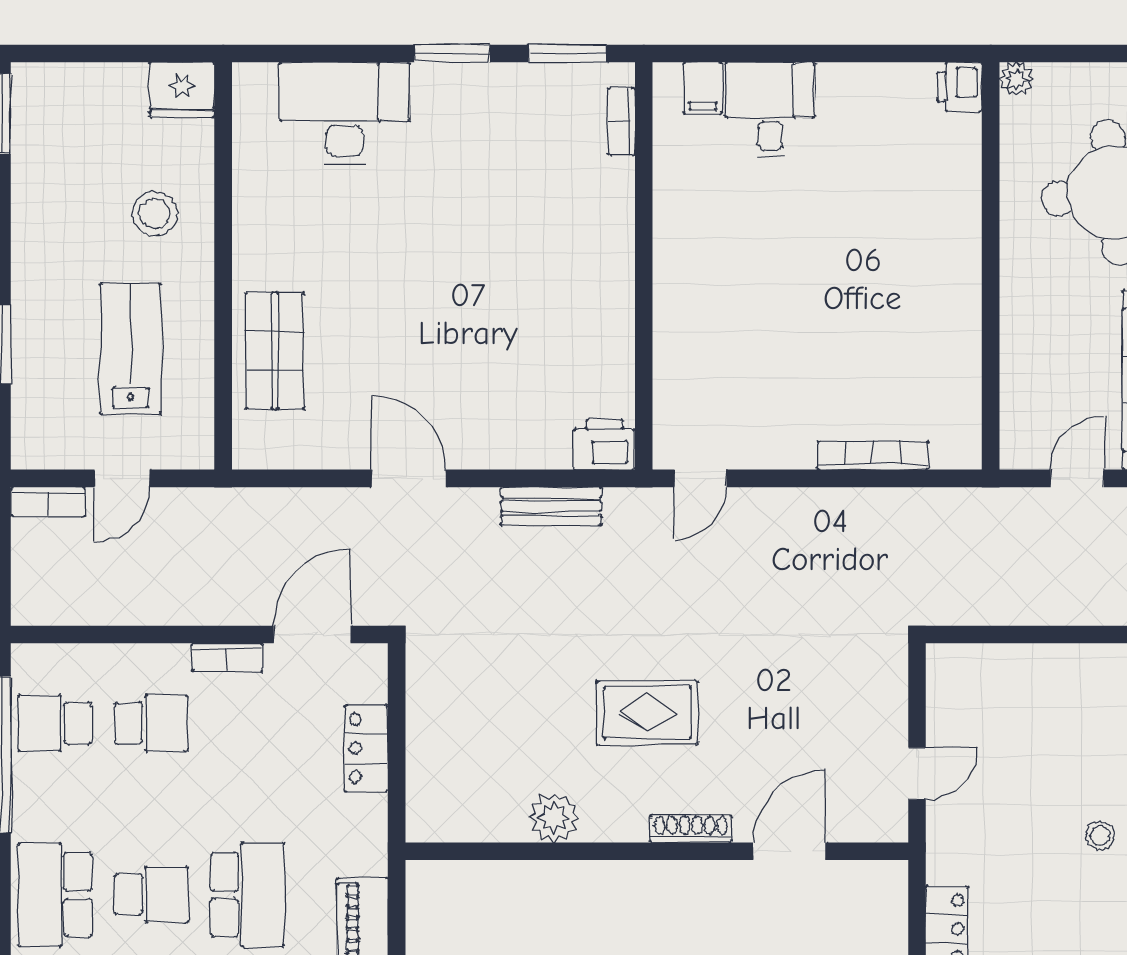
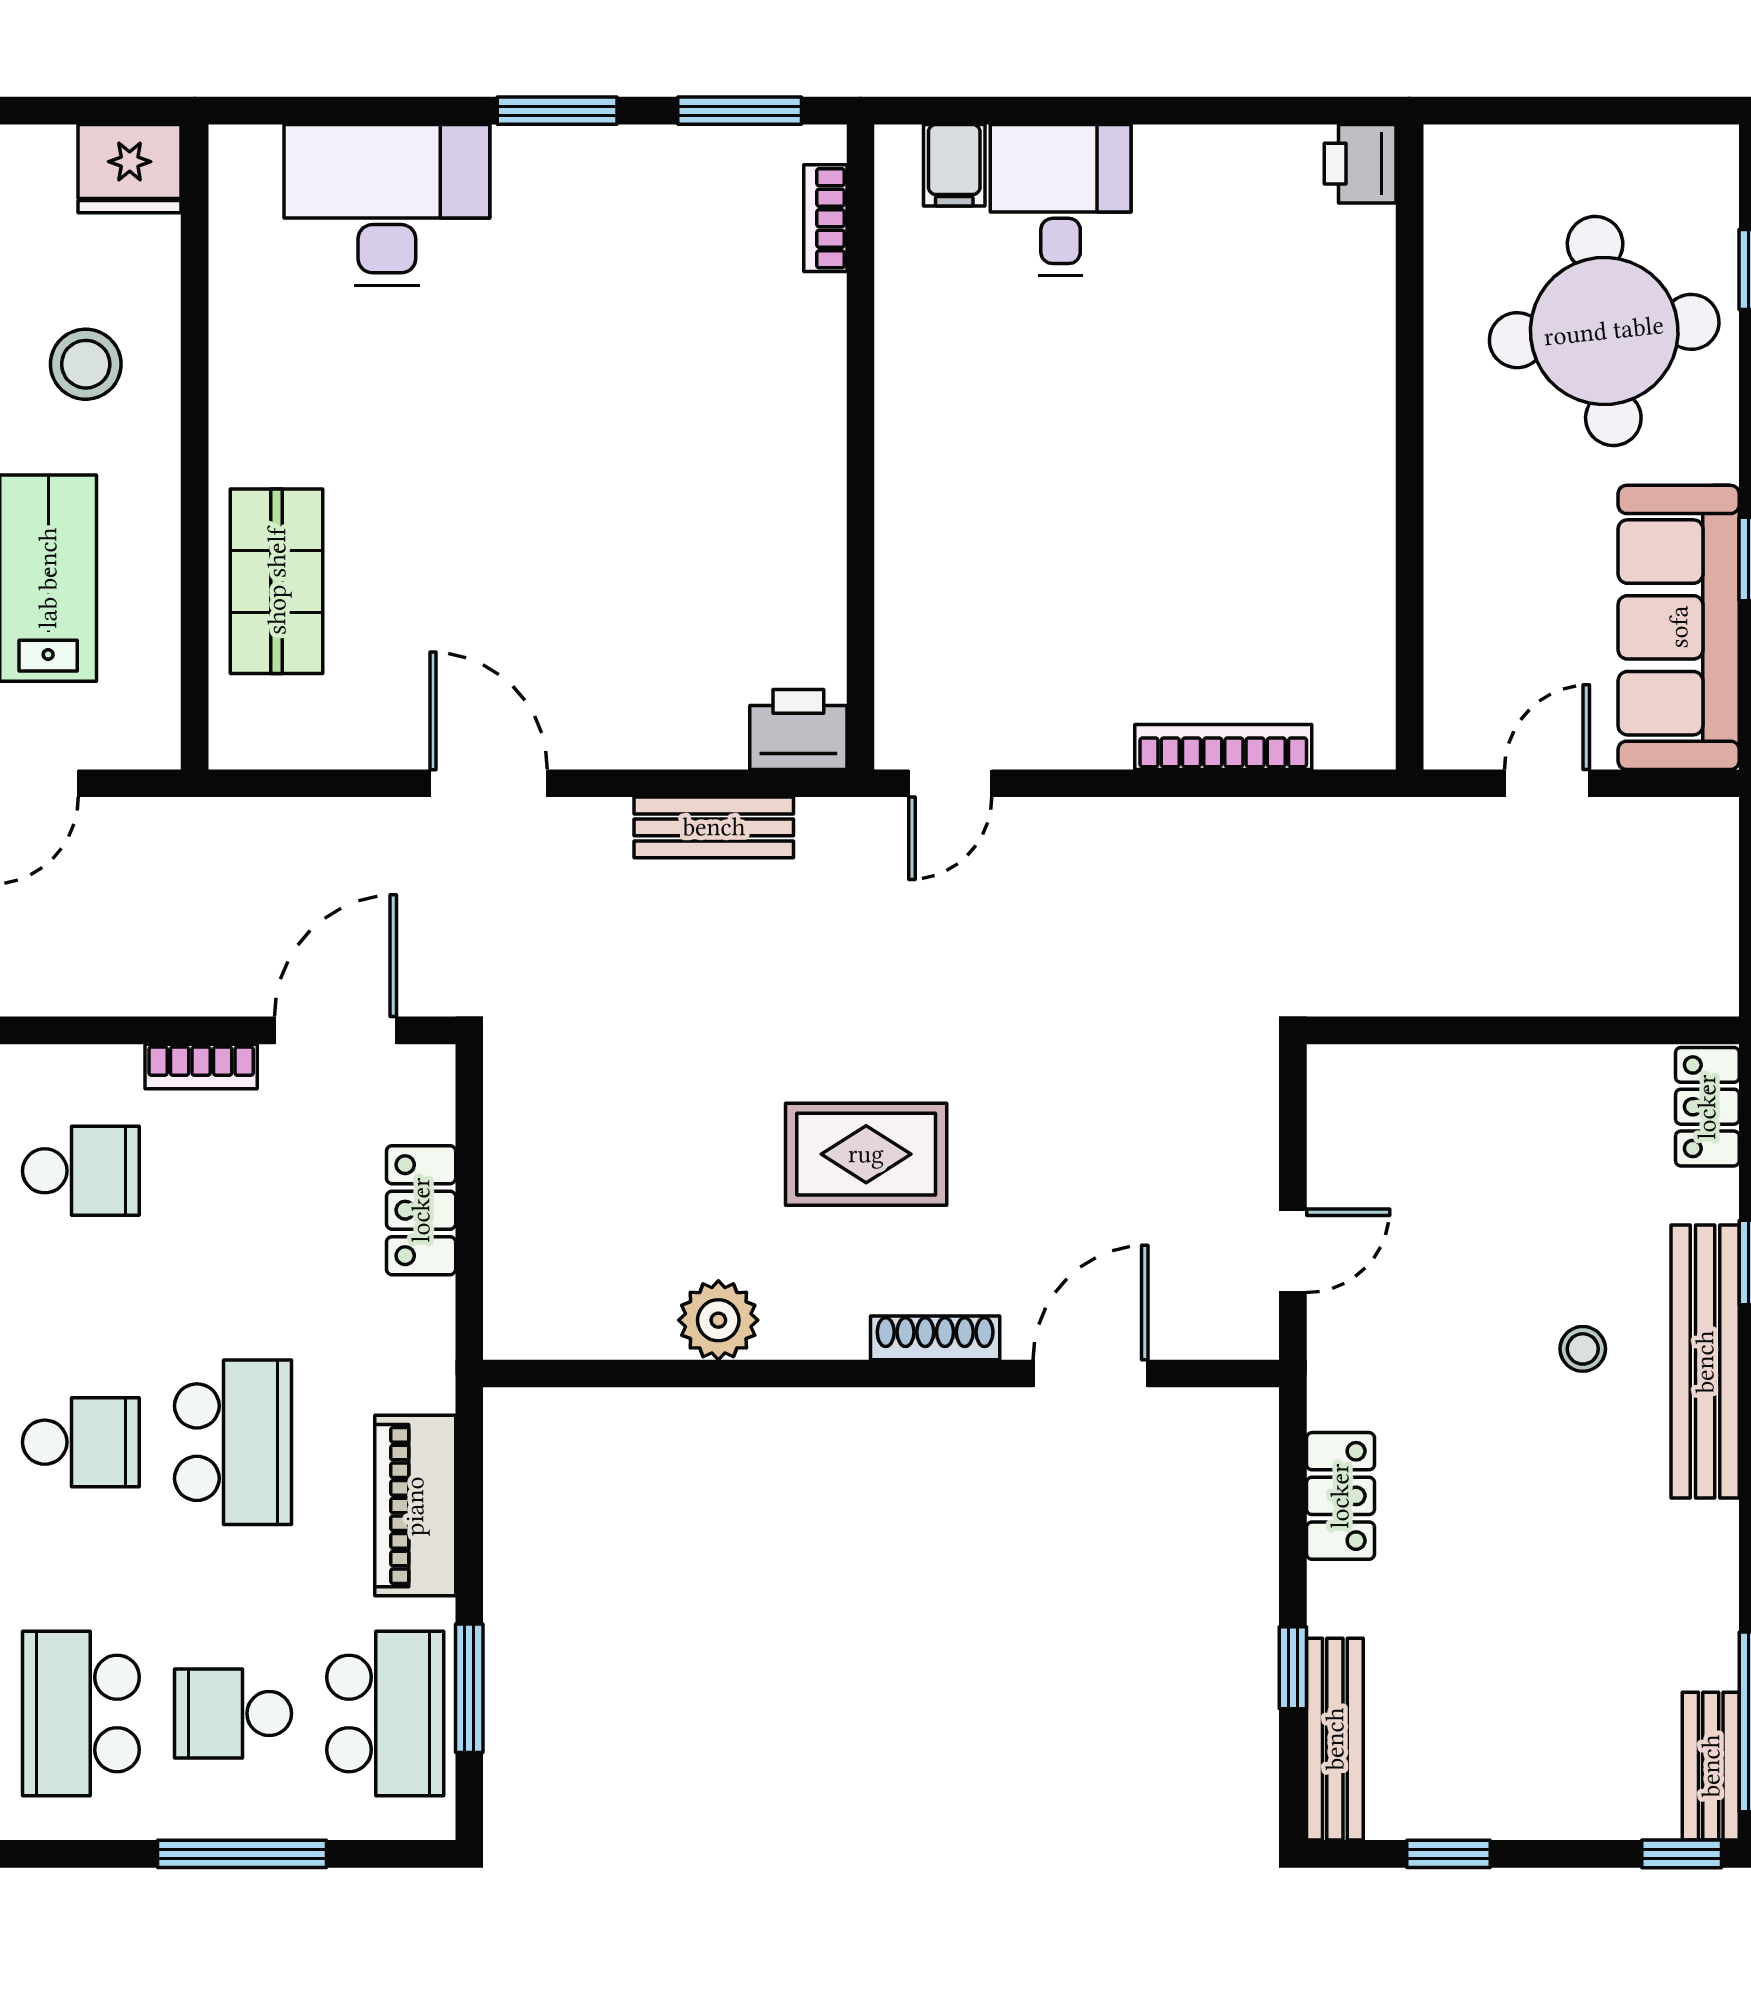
plant: (1016, 79) -> (1450, 151), removed

